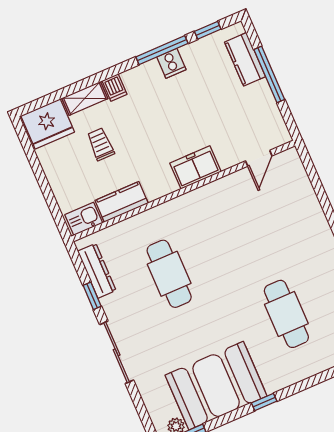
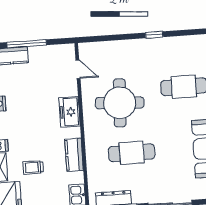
kitchen counter: (122, 202) -> (74, 155), moved
round table: (233, 233) -> (120, 103), added

